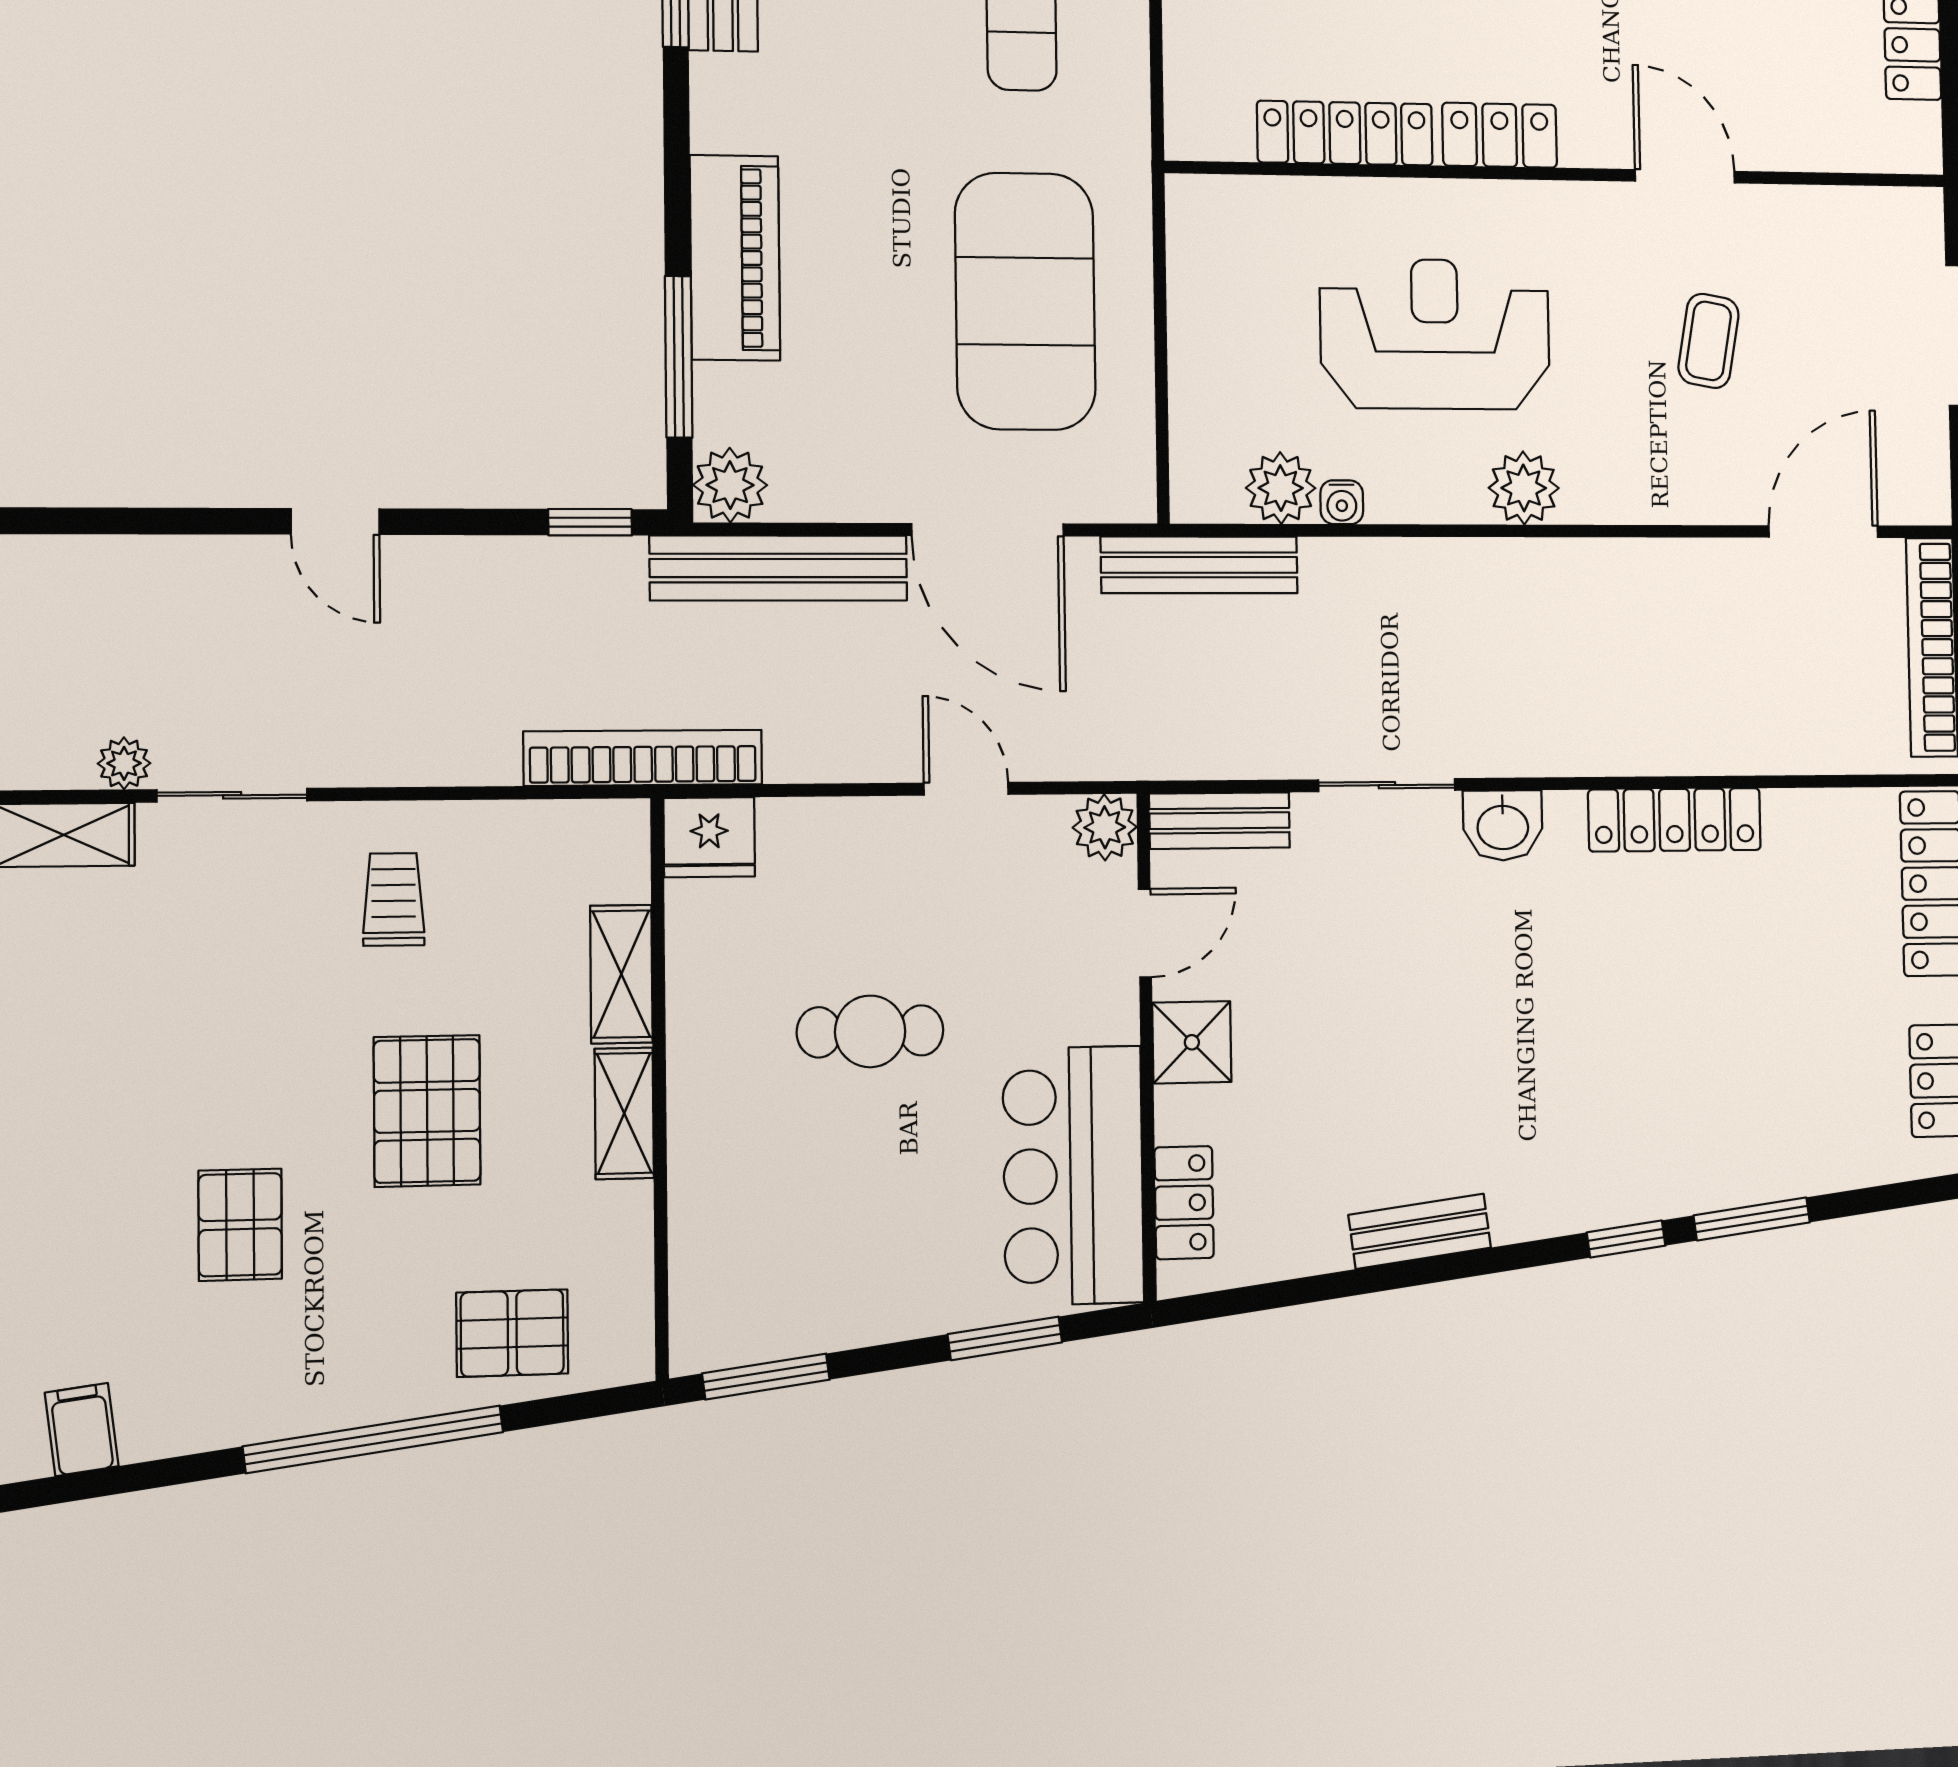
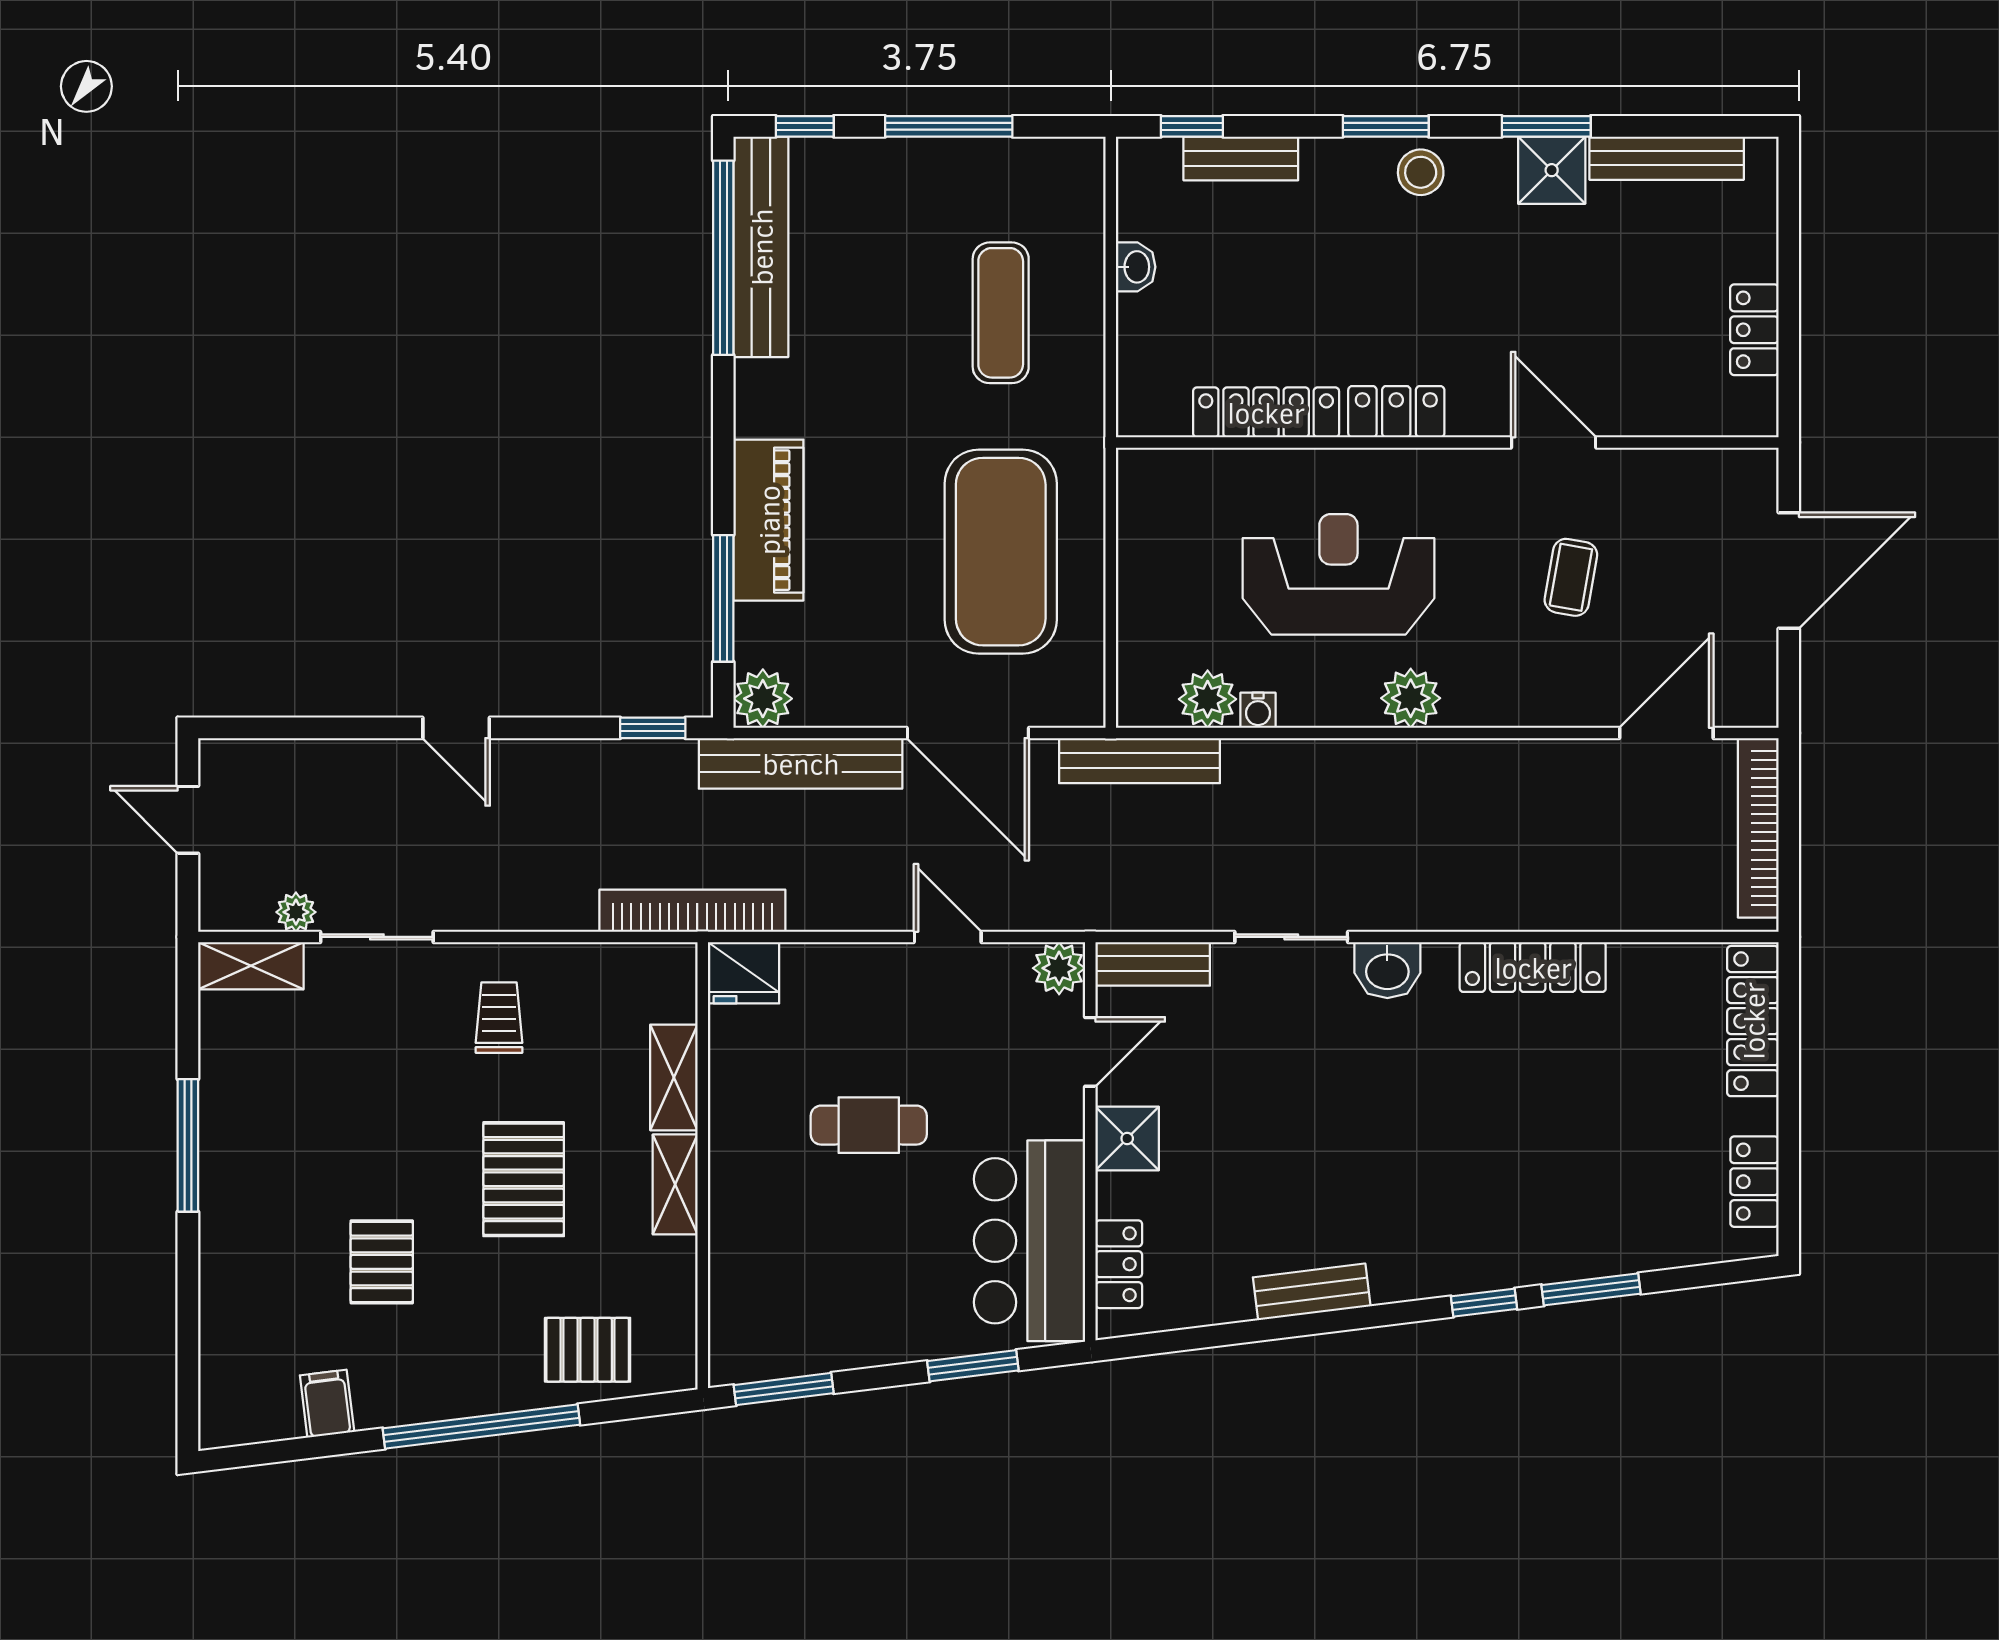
filing cabinet: (82, 1430) -> (327, 1404), moved

